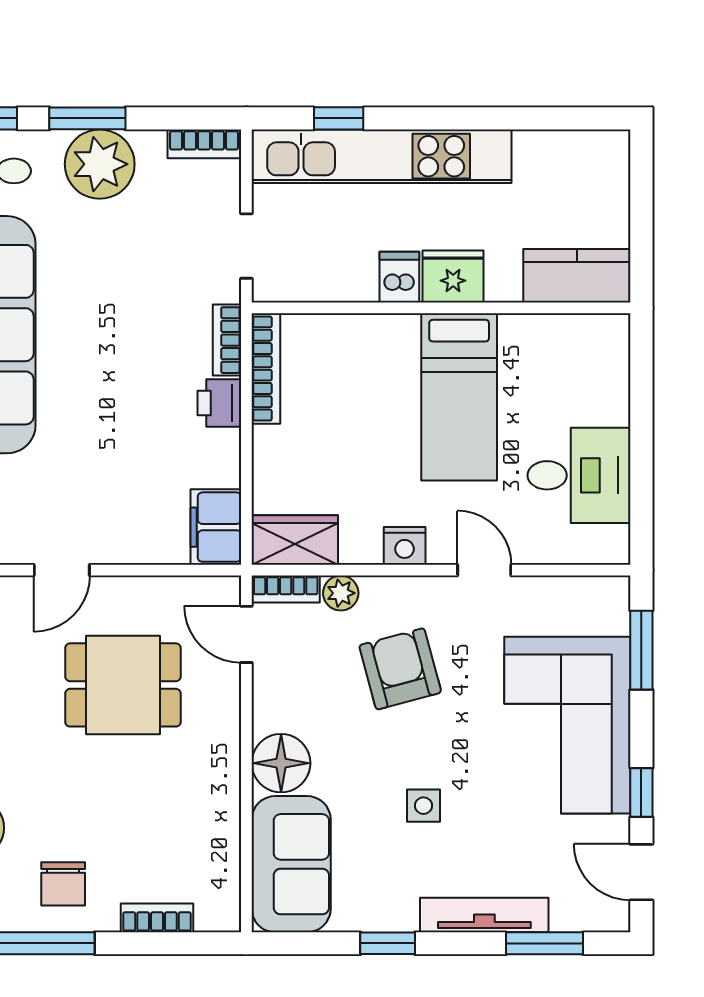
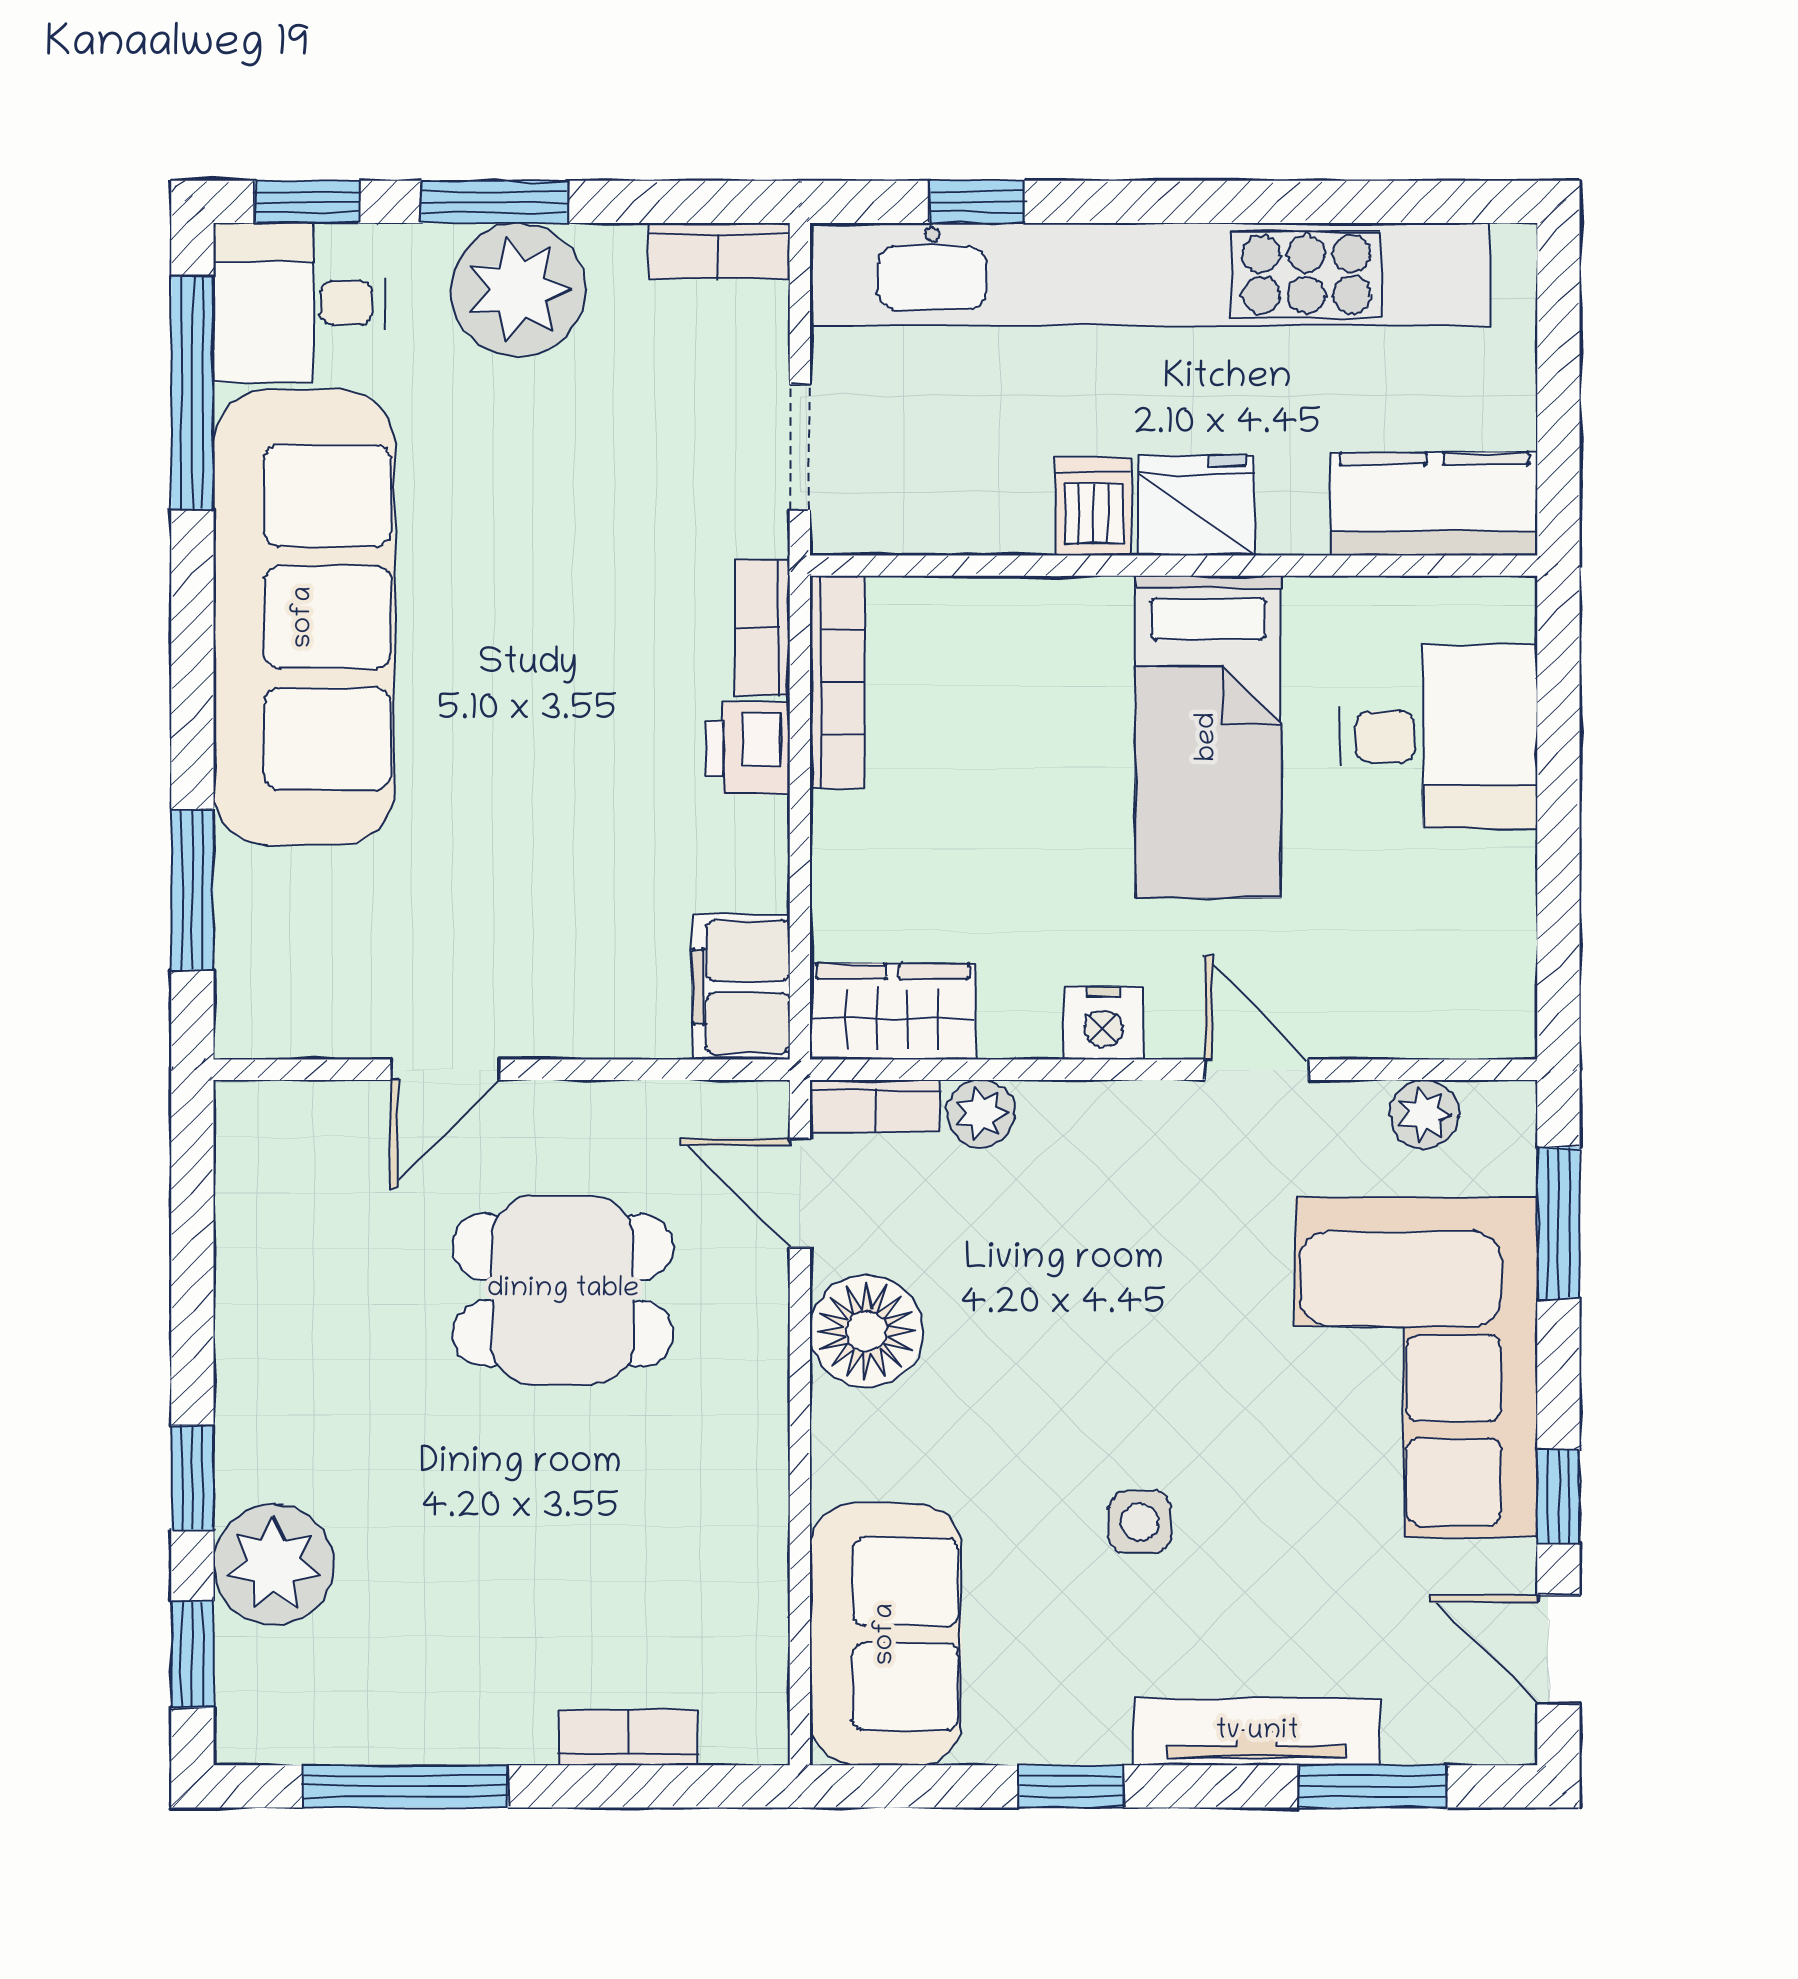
kitchen unit: (382, 156) -> (1150, 274), width x1.36
desk: (579, 475) -> (1439, 737), moved
plant: (572, 593) -> (1424, 1114), added
armchair: (400, 669) -> (1095, 1259), removed
floor lamp: (281, 763) -> (866, 1331), moved
chair: (63, 884) -> (448, 1672), removed

